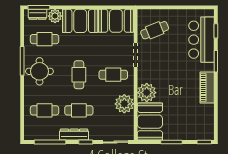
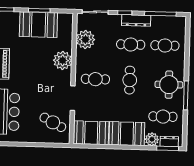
cafe table: (155, 30) -> (53, 122), turned 50
plant: (124, 104) -> (85, 39), moved
booth: (150, 122) -> (38, 25), moved, turned 90

